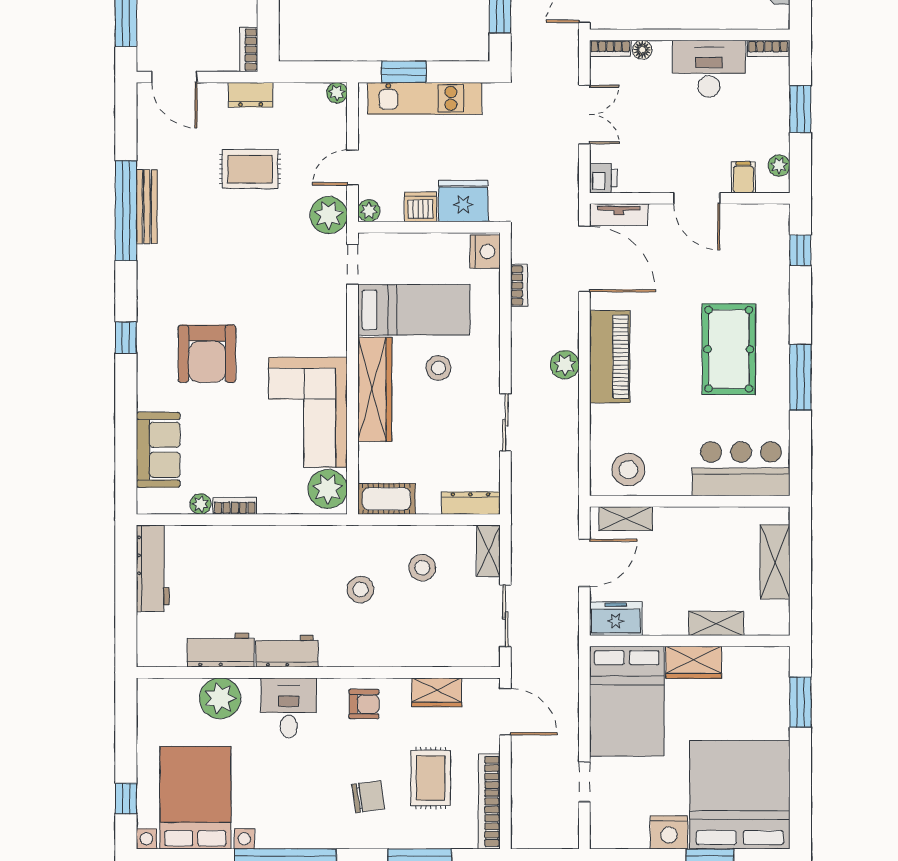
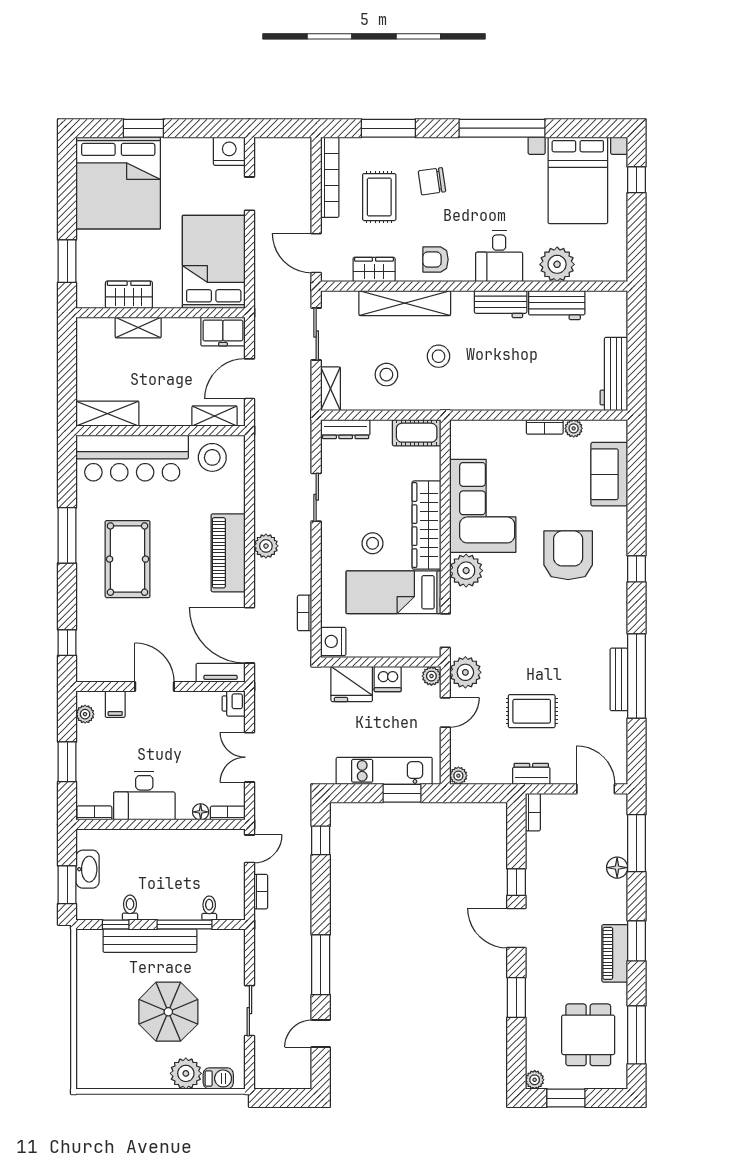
bar counter: (741, 469) -> (132, 458), width x1.36
plant: (328, 489) -> (466, 571), moved
shelving: (775, 562) -> (107, 414), moved, turned 90
shelving: (401, 652) -> (405, 303), added
wardrobe: (694, 662) -> (129, 295), moved
nightstand: (669, 832) -> (229, 151), moved

